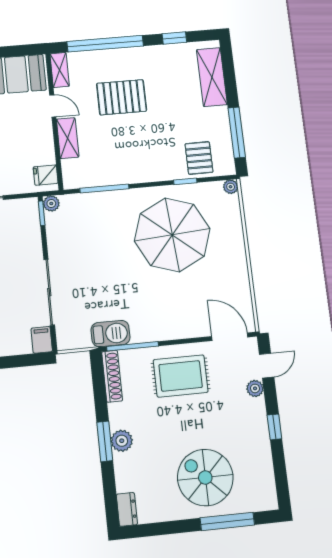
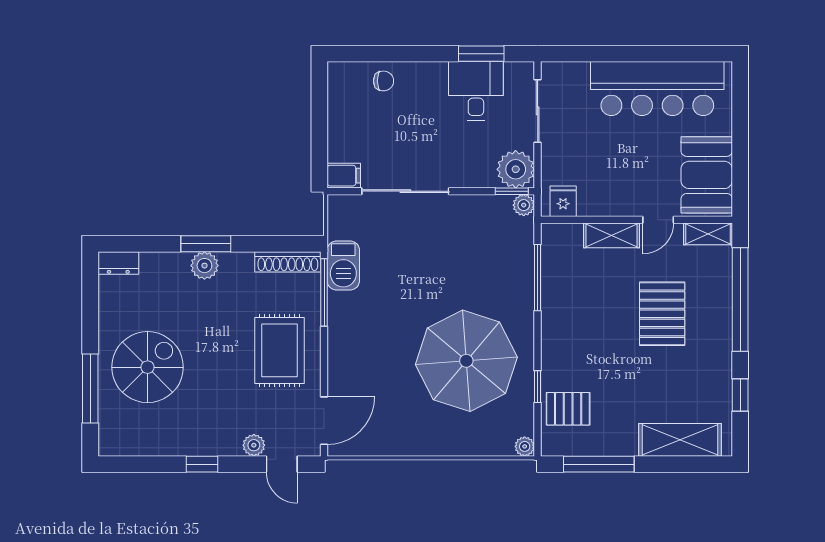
plant: (25, 212) -> (516, 169), added

